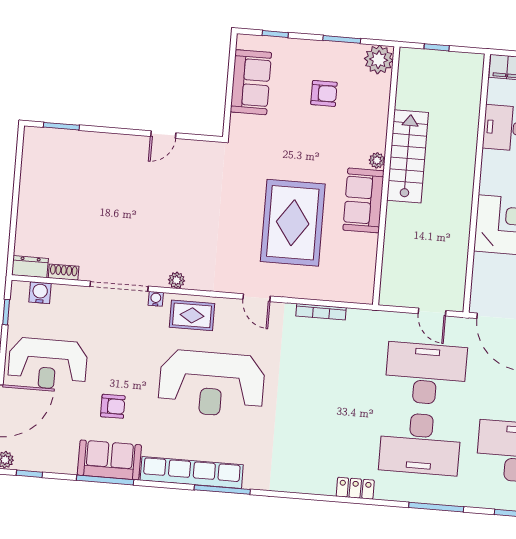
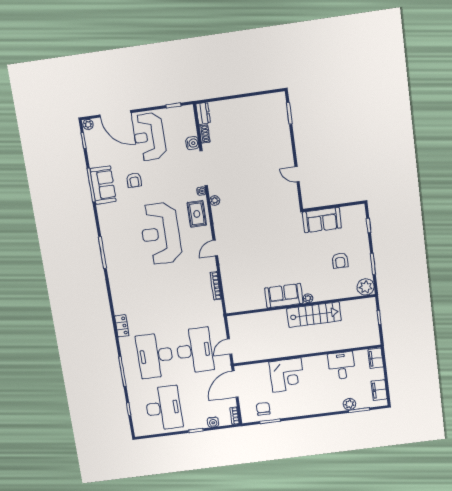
sofa: (251, 82) -> (322, 220), moved
rug: (293, 223) -> (262, 259), removed
water cooler: (40, 293) -> (192, 143), moved
row of seats: (192, 473) -> (108, 233), removed

